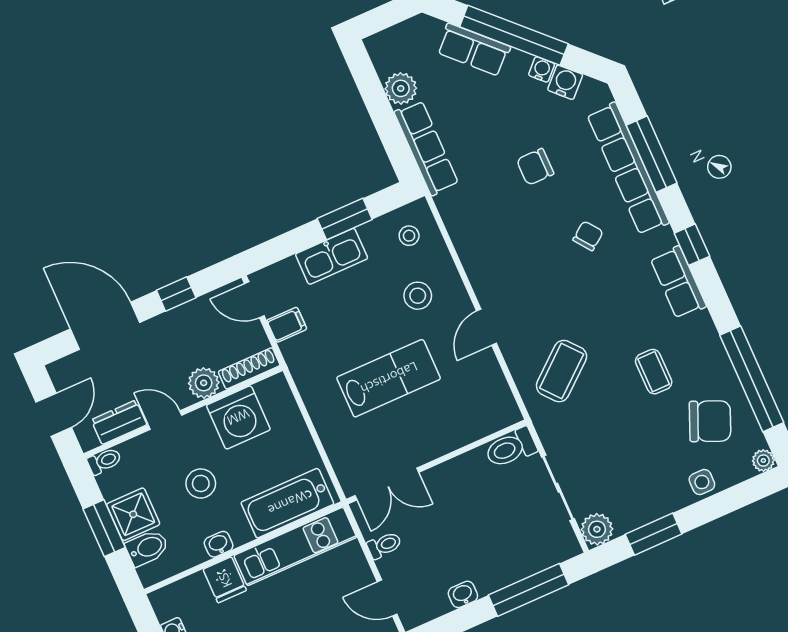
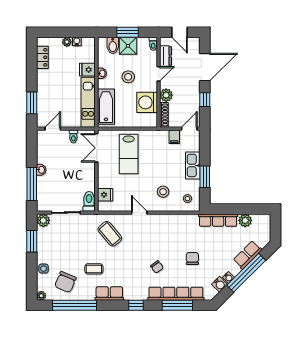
row of seats: (678, 282) -> (109, 293), moved
lab bench: (389, 378) -> (129, 154), moved
fridge: (481, 419) -> (105, 195), added
washbasin: (463, 594) -> (41, 170), moved

